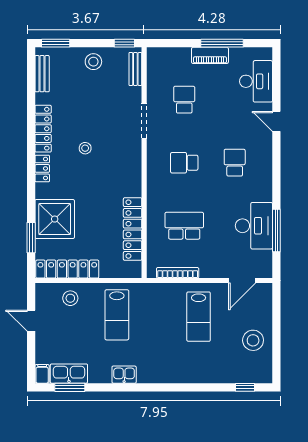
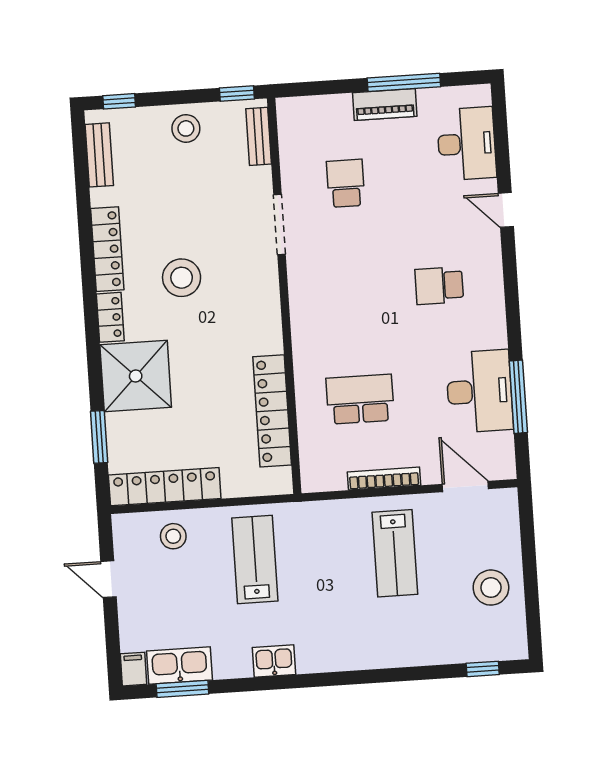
window: (56, 43) -> (119, 101), width x0.67
stool: (85, 148) -> (182, 278), width x1.89, depth x1.89
school desk: (184, 163) -> (353, 291), removed
school desk: (235, 163) -> (439, 286), turned -90
shower: (55, 219) -> (136, 376), moved
bookcase: (178, 273) -> (384, 479), moved
door: (242, 281) -> (465, 487), swing flipped
lab bench: (117, 315) -> (255, 560), turned 180

